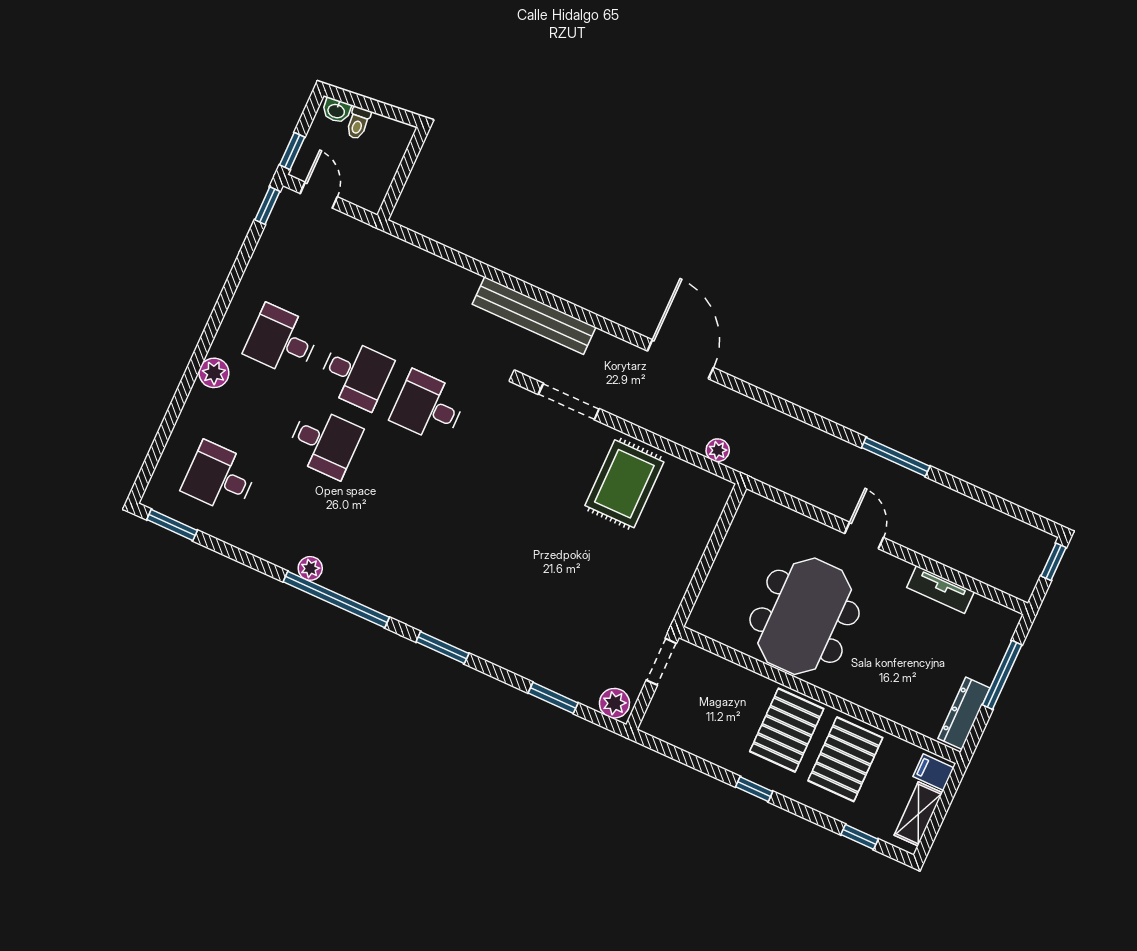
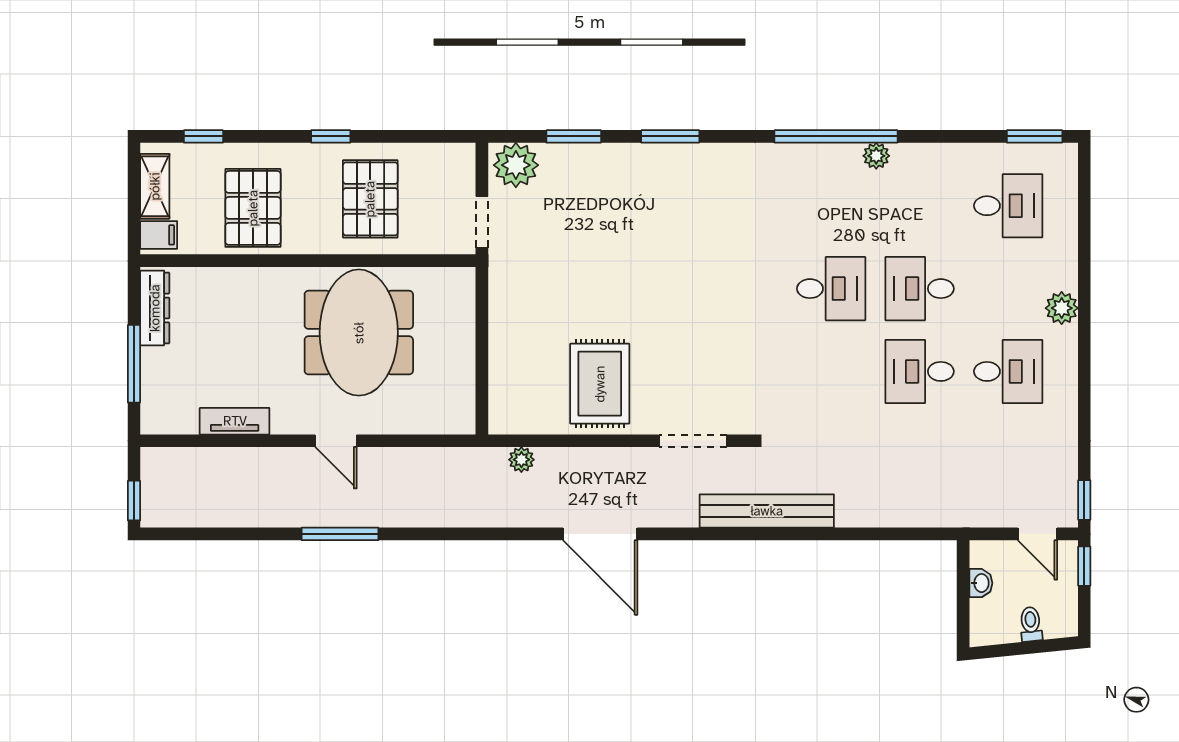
washbasin: (336, 111) -> (981, 583), moved, turned 96
desk: (428, 407) -> (831, 289), moved
window: (442, 648) -> (670, 136), moved
plant: (614, 703) -> (516, 165), width x1.36, depth x1.36
pallet: (787, 730) -> (370, 199), moved

